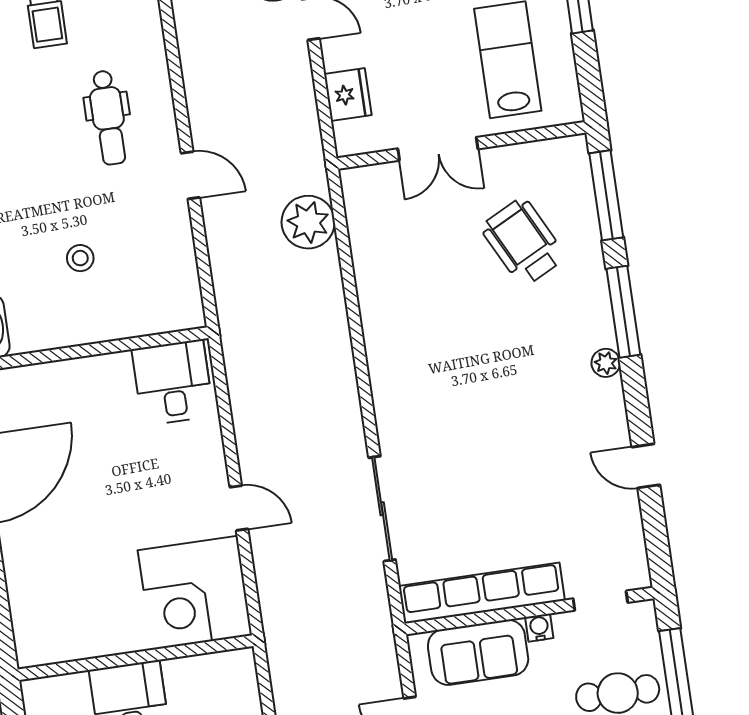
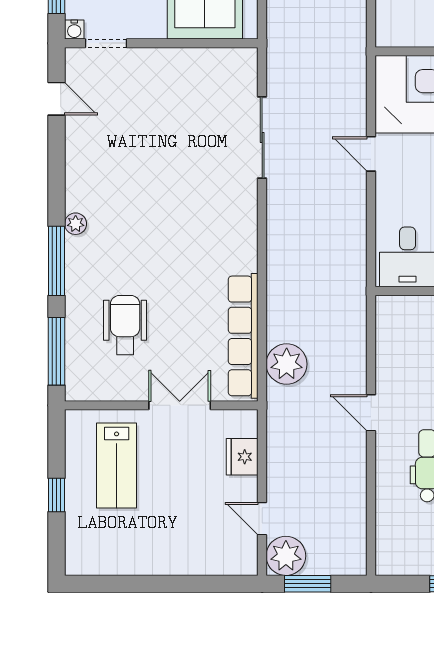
wheelchair: (523, 242) -> (125, 325), turned -153
door: (646, 466) -> (56, 99), moved
row of seats: (482, 593) -> (243, 336), moved, turned 90
water cooler: (539, 628) -> (74, 30), moved

